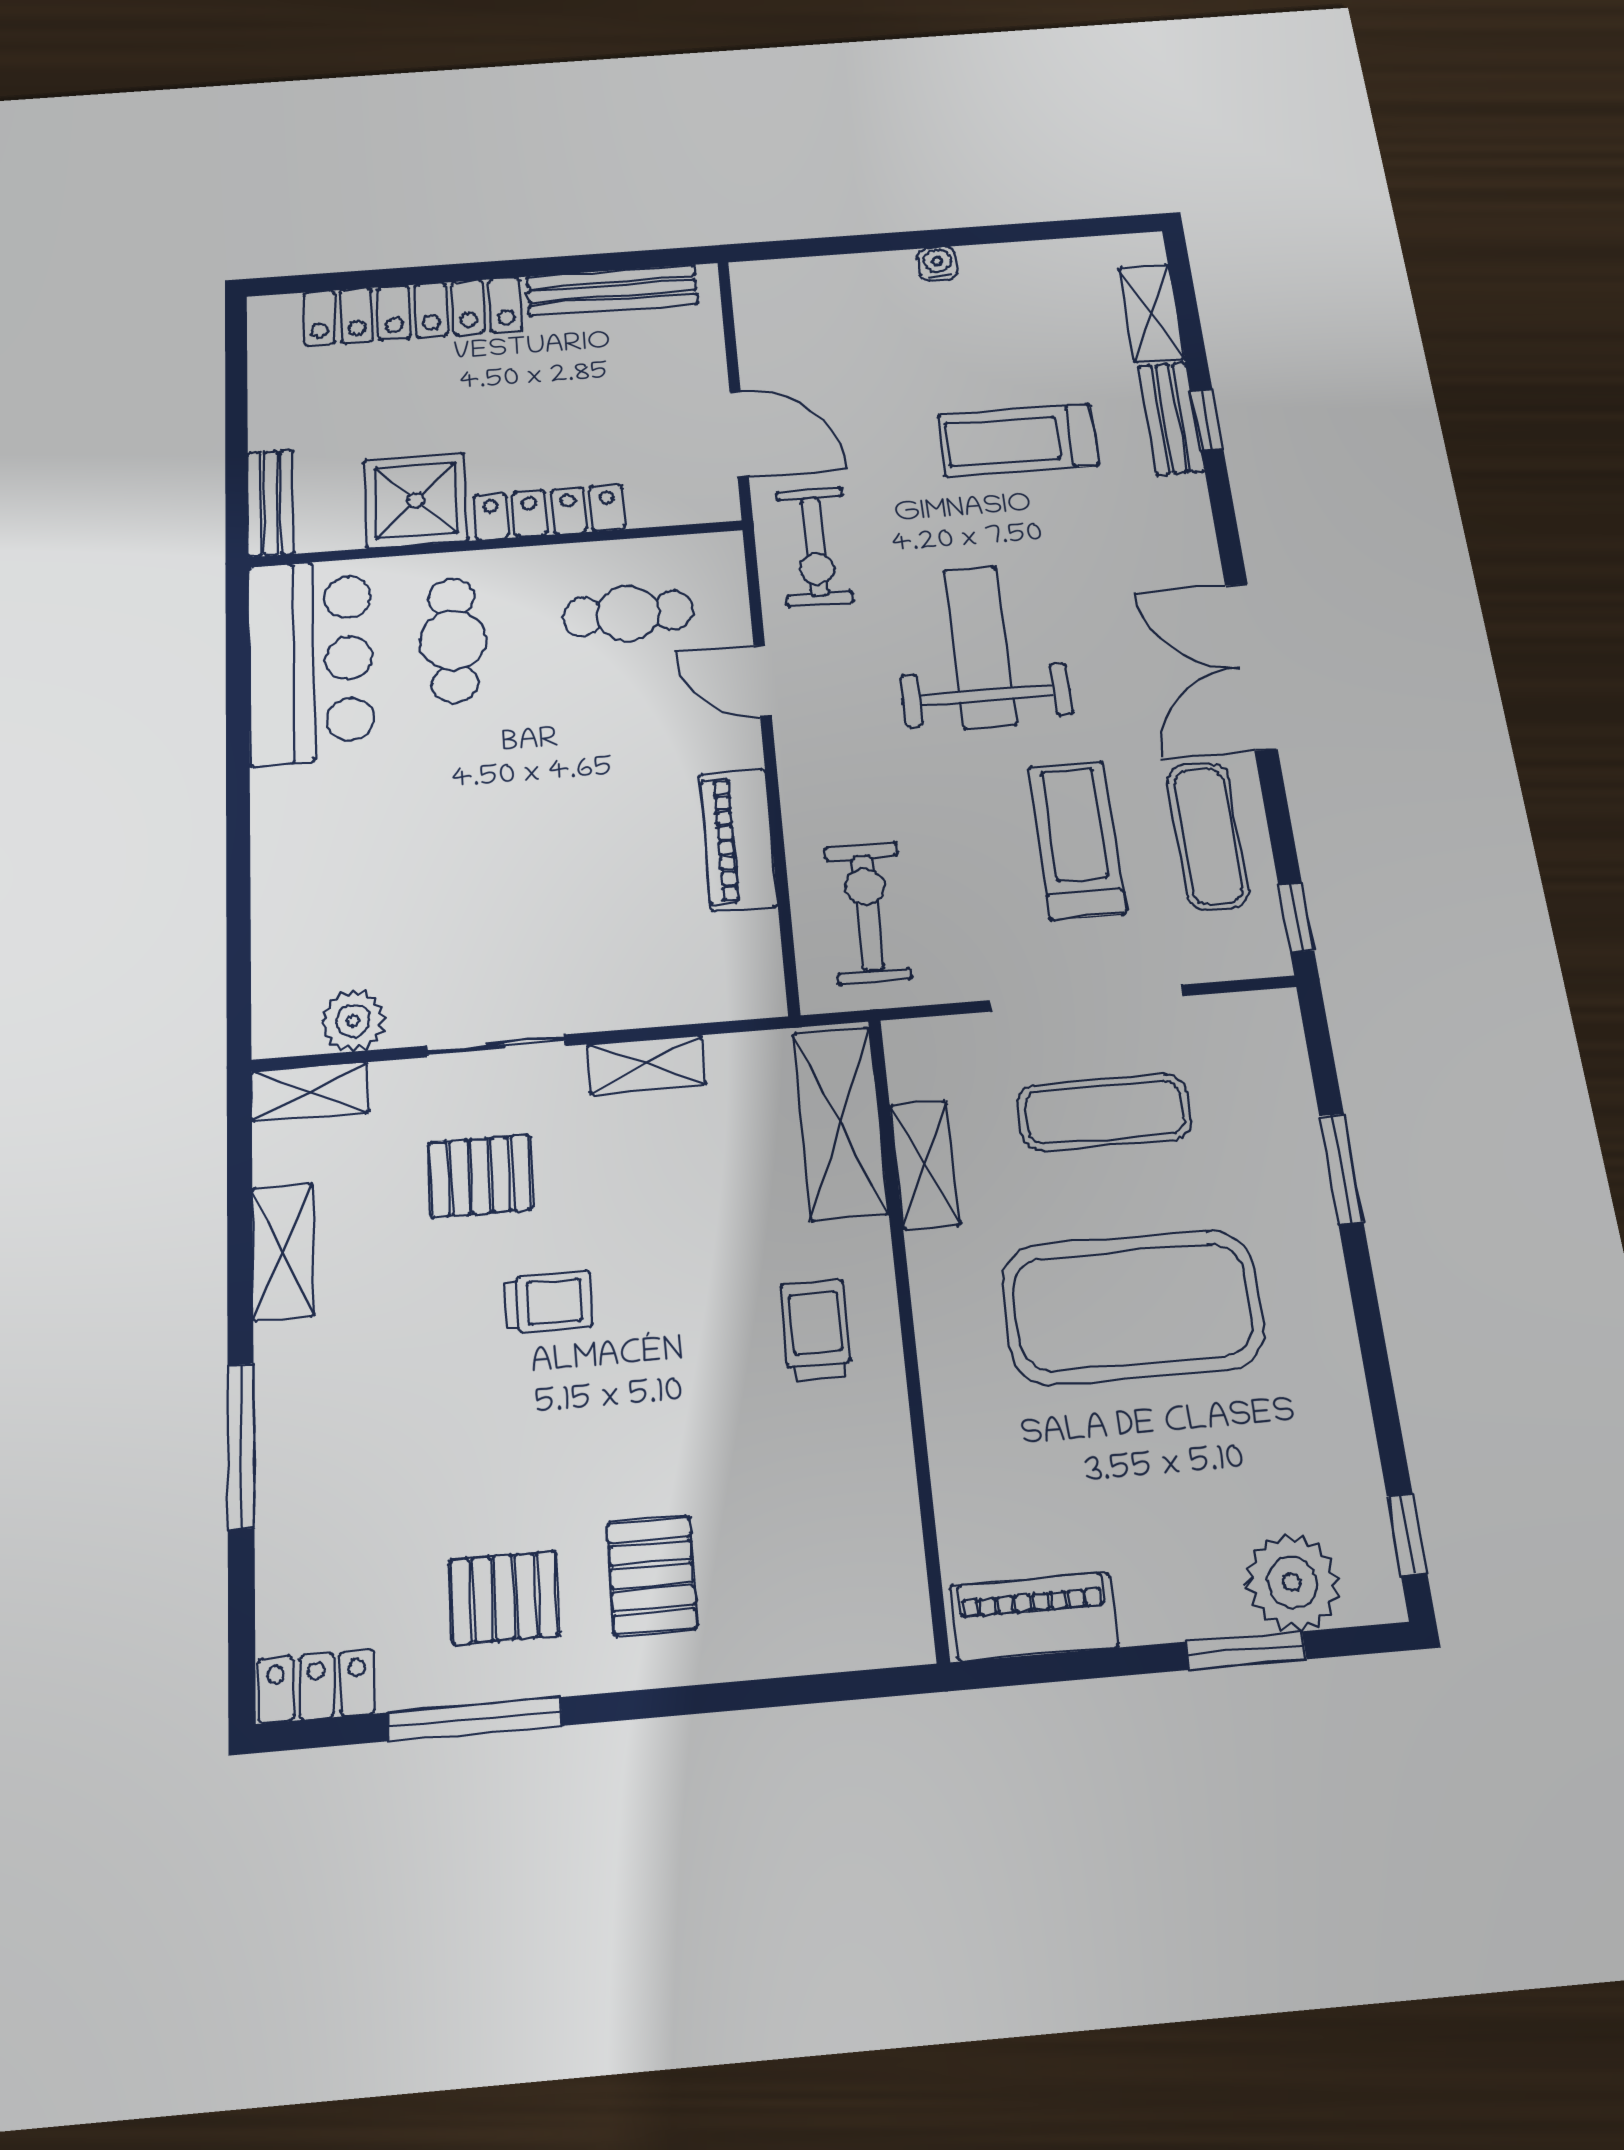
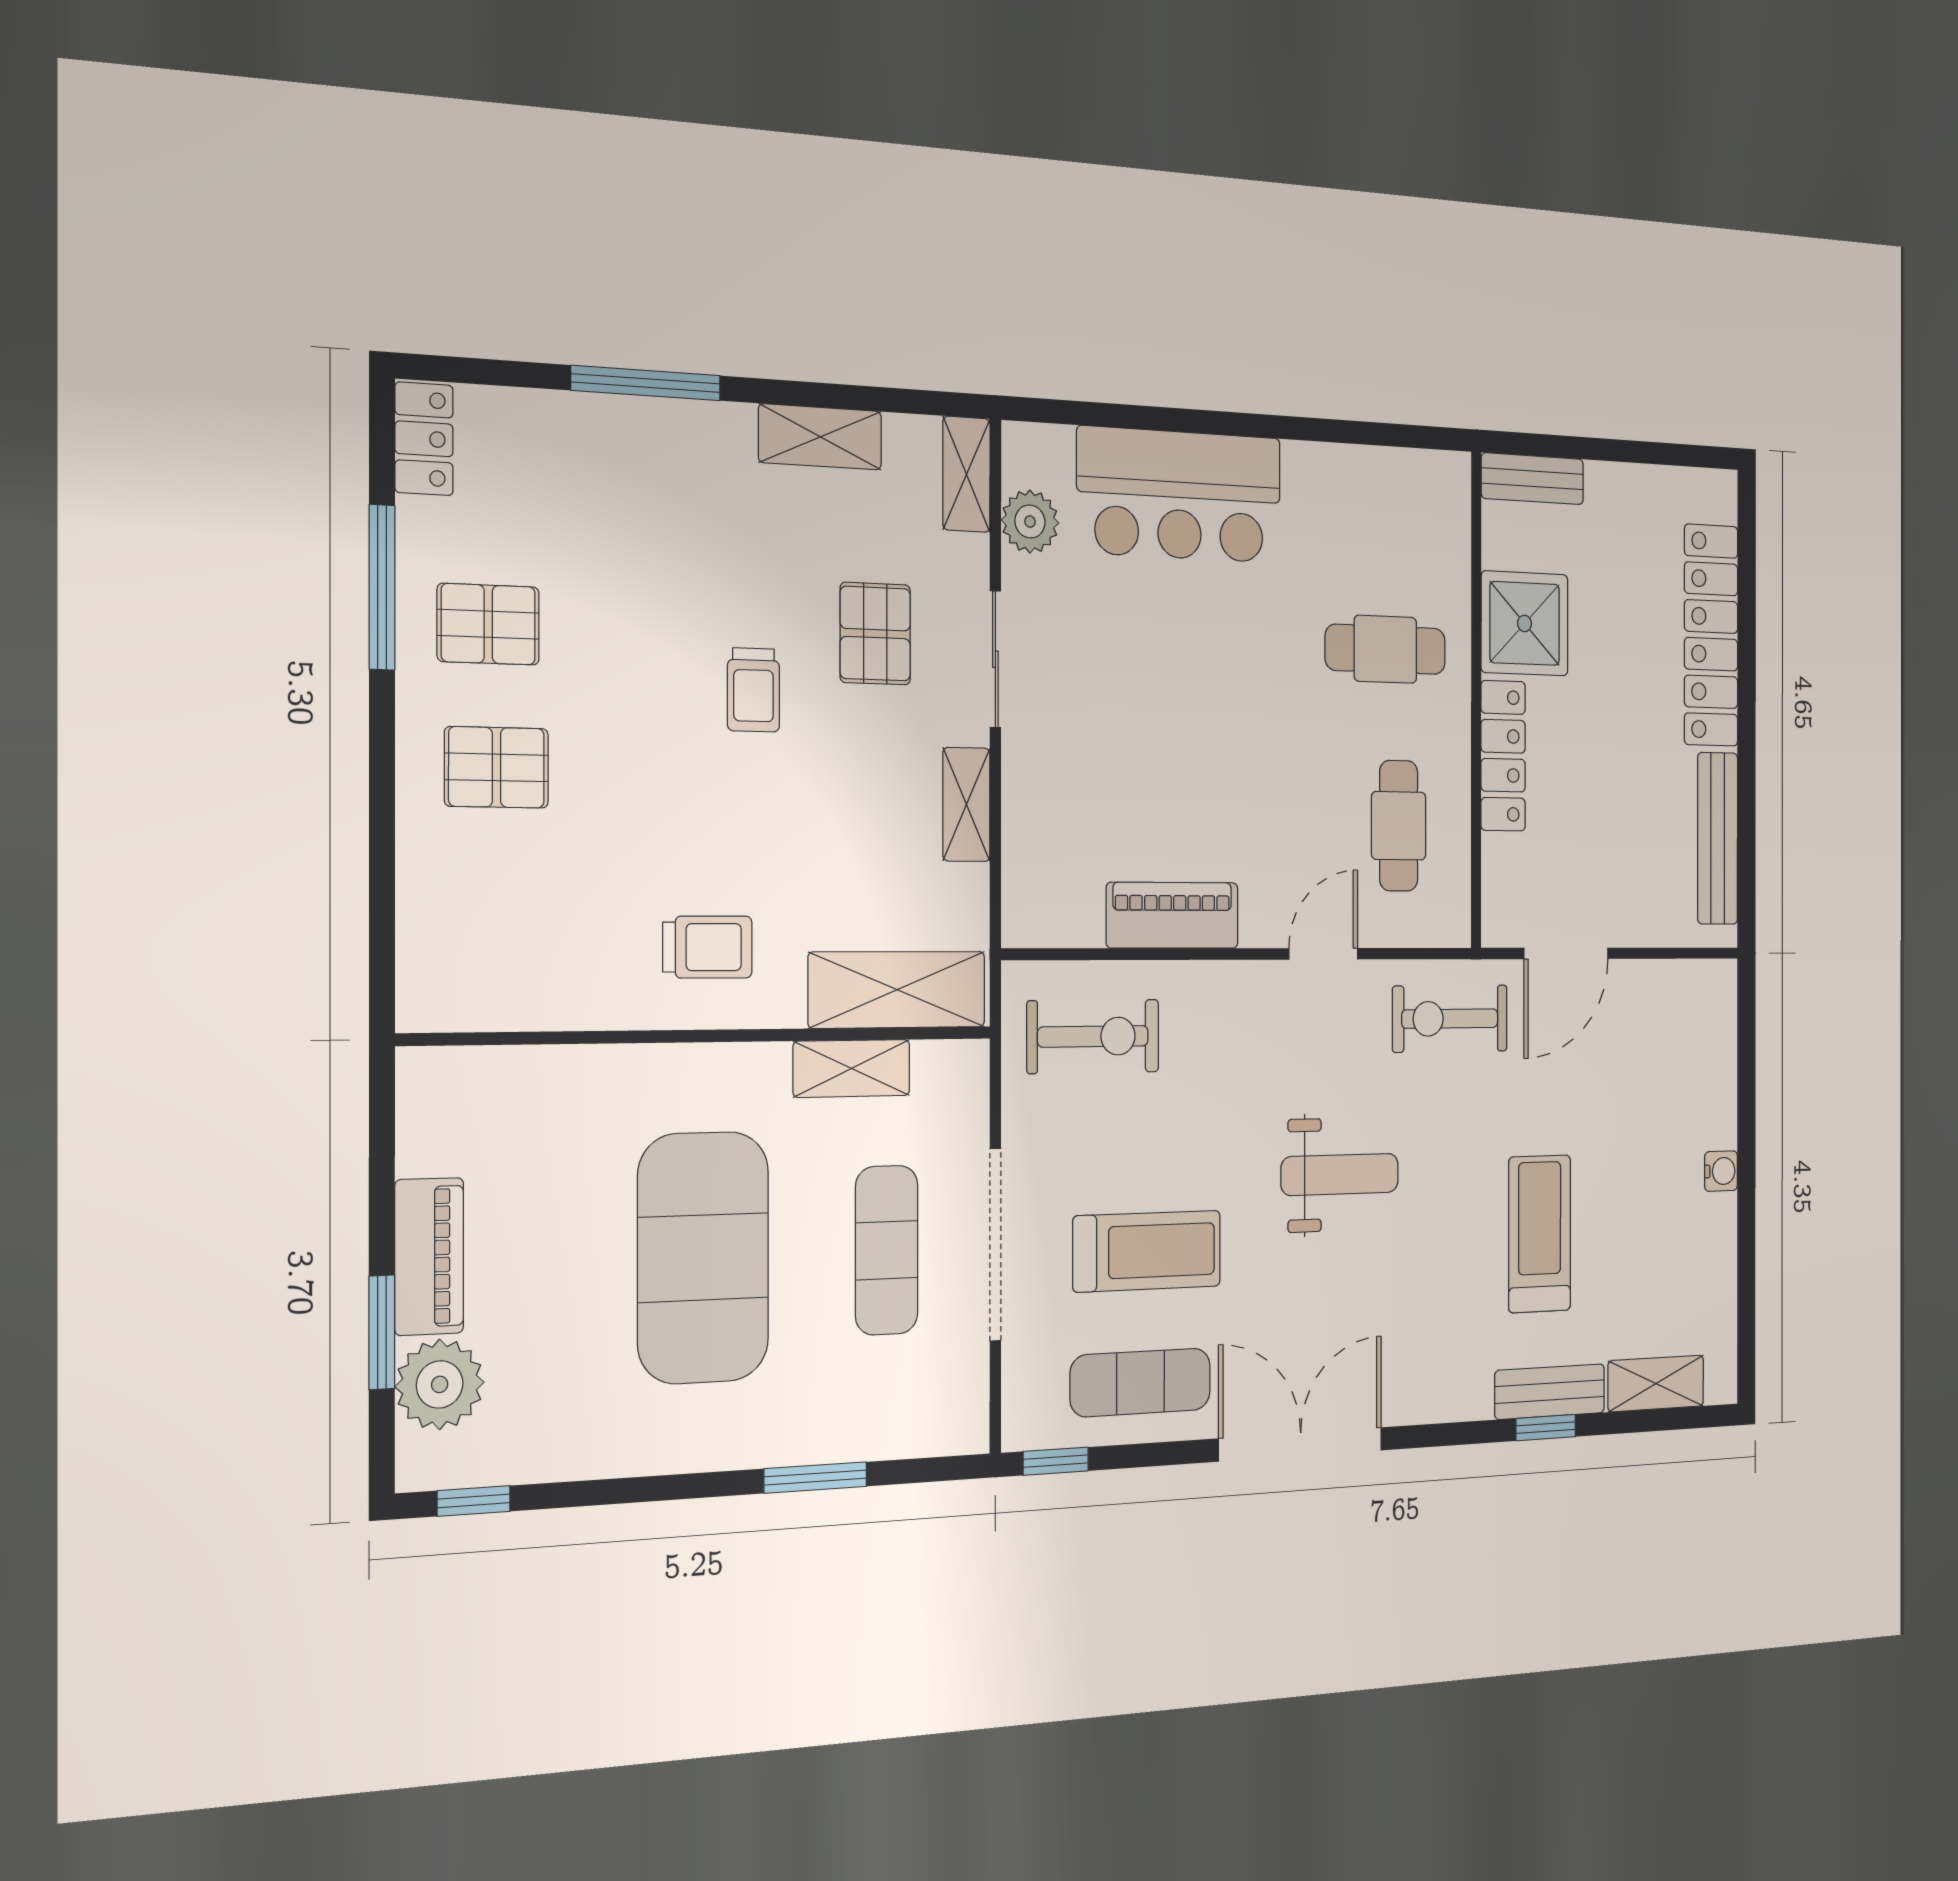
weight bench: (980, 647) -> (1340, 1174), width x0.73, depth x0.75
bar counter: (311, 661) -> (1179, 495), moved
pallet: (504, 1598) -> (488, 624), turned 90
piano: (1034, 1617) -> (429, 1257), moved

